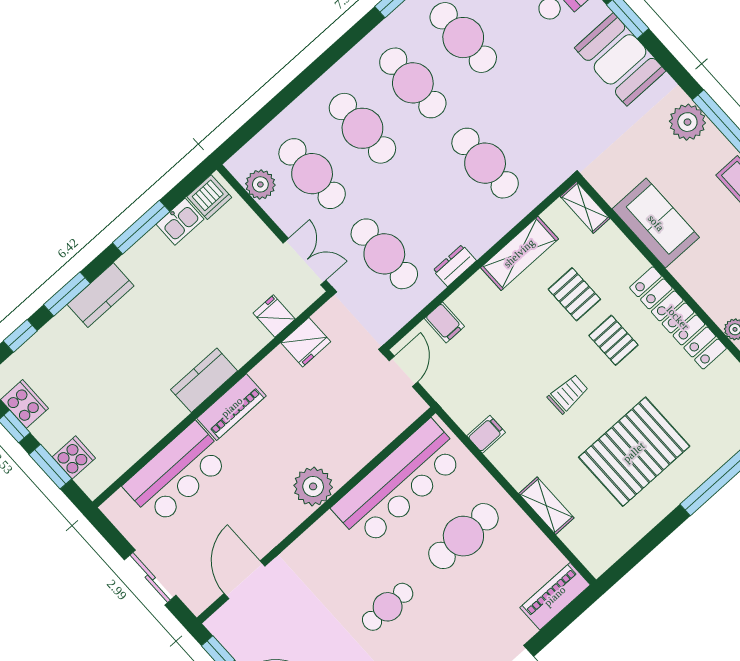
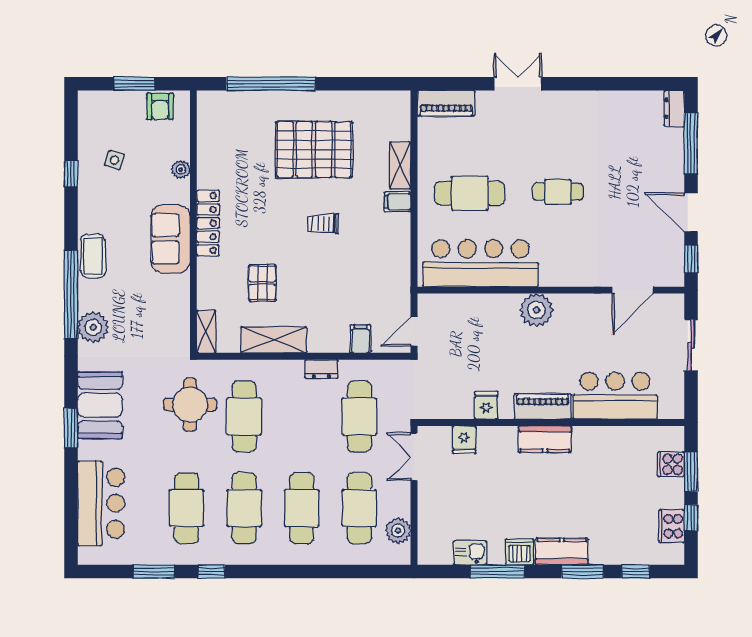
round table: (542, 131) -> (190, 405), added
dishwasher: (209, 197) -> (520, 552), moved
sofa: (656, 223) -> (170, 239), moved
locker: (678, 318) -> (208, 223), width x0.71, depth x0.83
pallet: (613, 340) -> (264, 232), removed
fridge: (306, 342) -> (486, 405), moved, width x0.72
filing cabinet: (486, 434) -> (397, 202), moved

